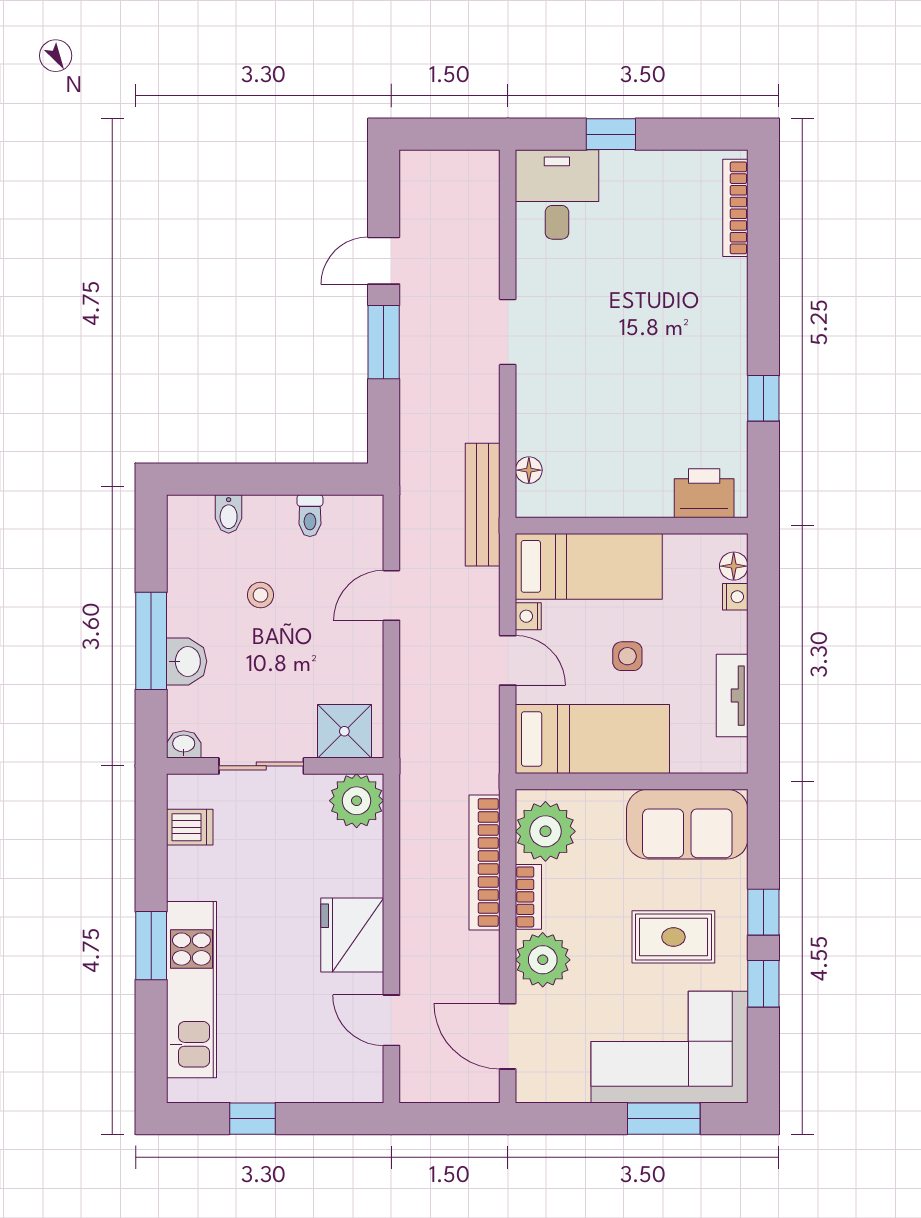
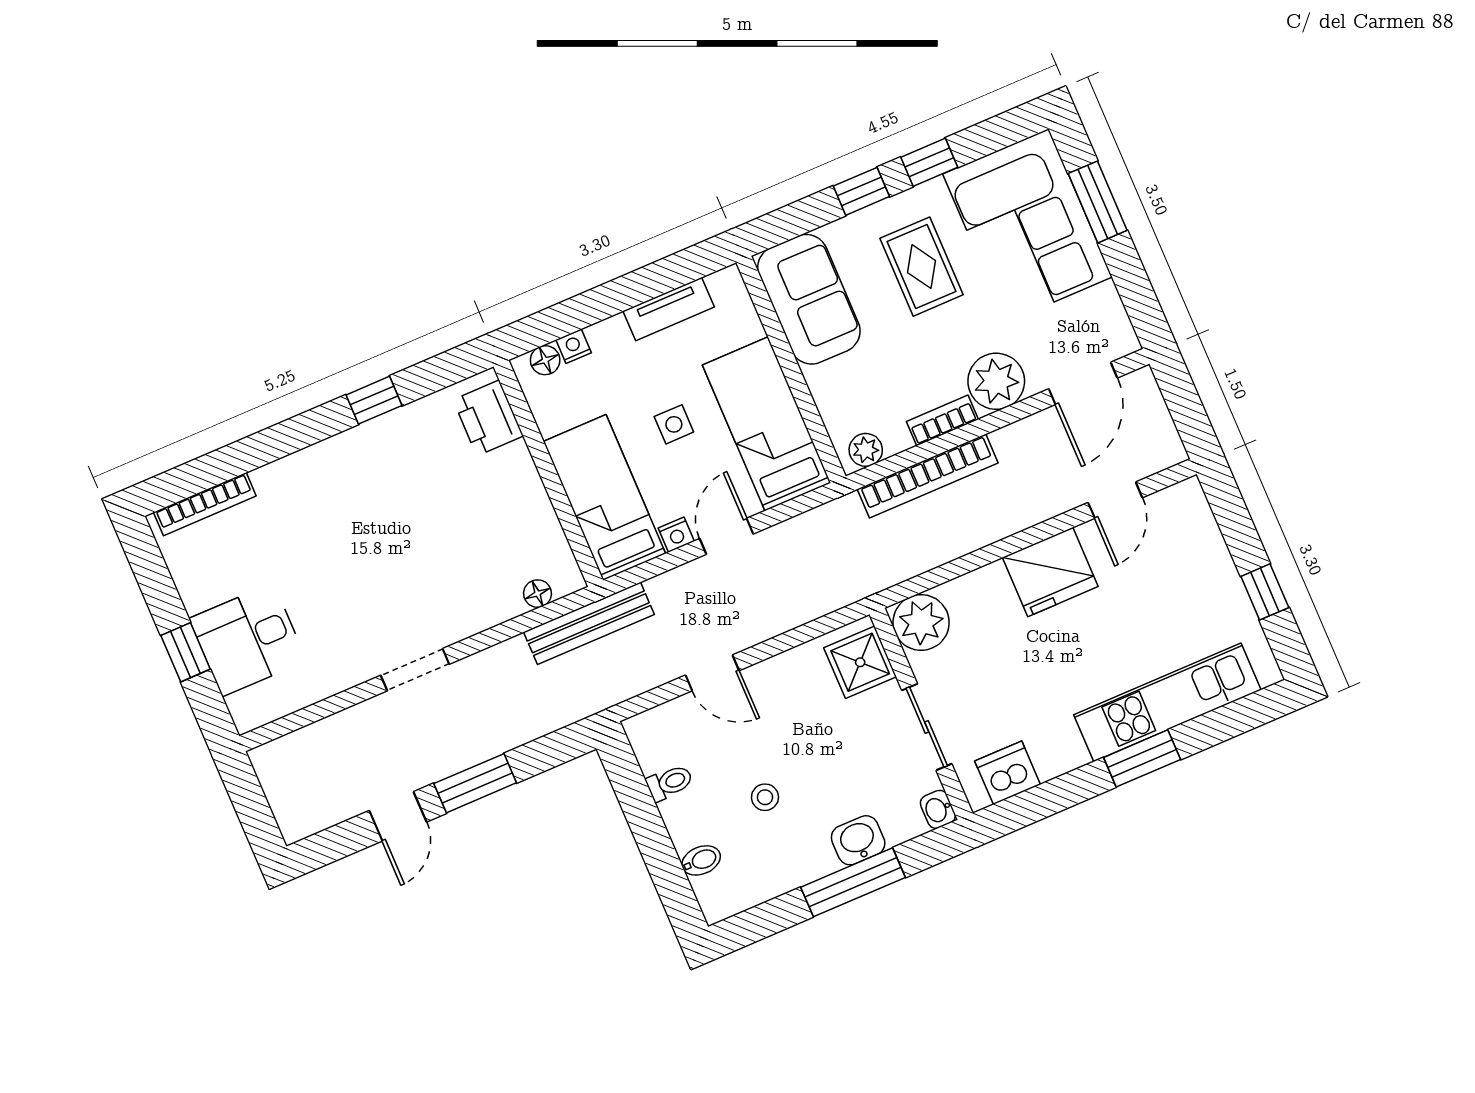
desk: (557, 195) -> (248, 640), moved
door: (384, 261) -> (398, 816), hinge flipped
dishwasher: (190, 827) -> (1008, 773), width x1.38
plant: (545, 831) -> (866, 450), width x0.53, depth x0.53

